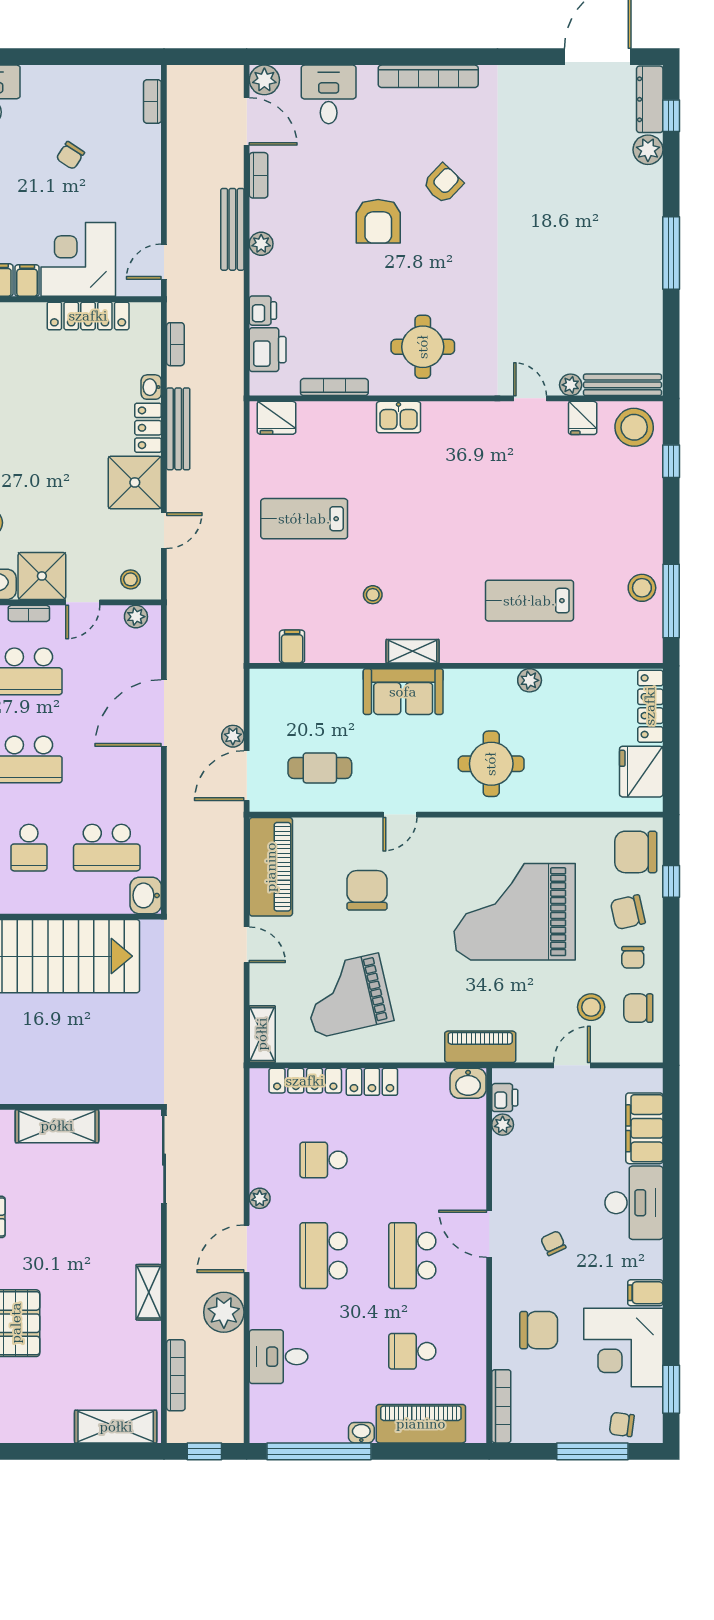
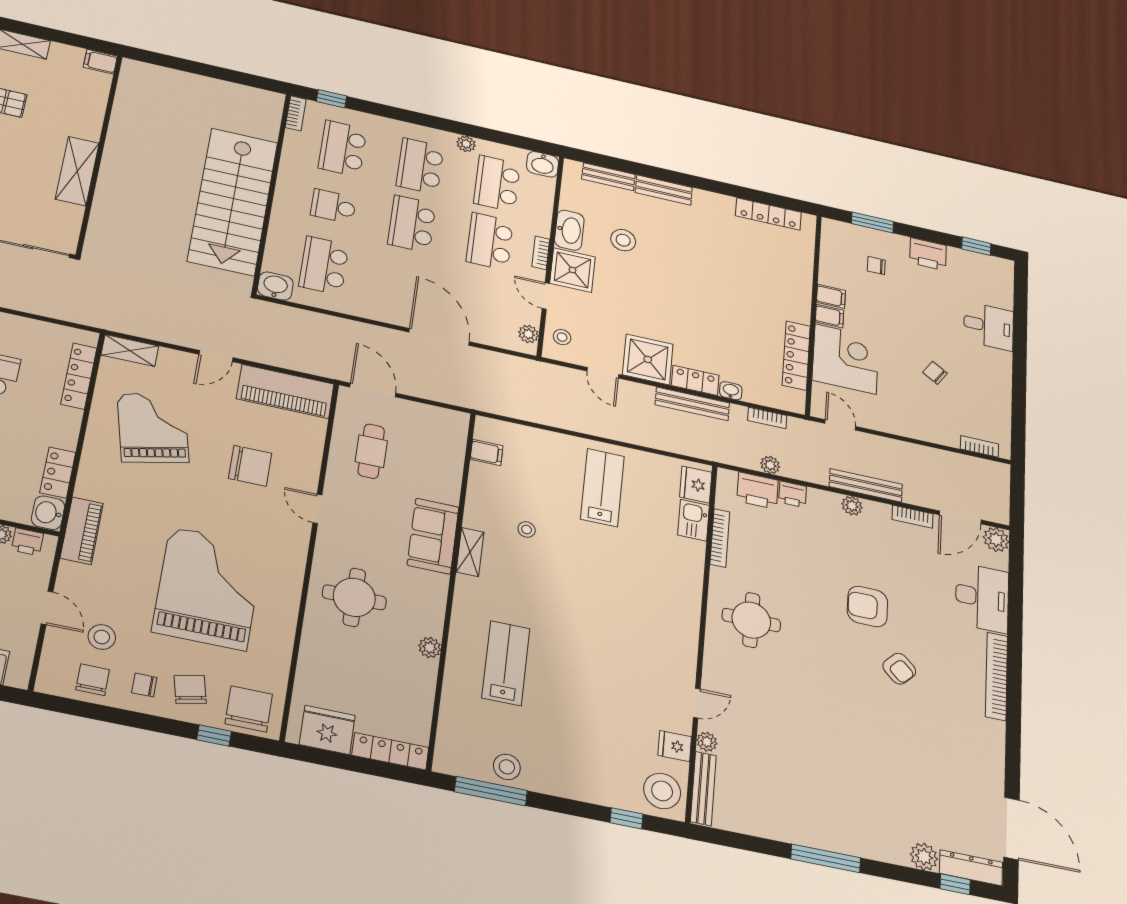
desk: (329, 94) -> (982, 598), width x1.37
kitchen sink: (399, 417) -> (694, 520), moved
plant: (233, 736) -> (770, 465), moved
locker: (372, 1082) -> (58, 473), moved

